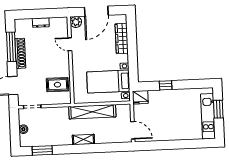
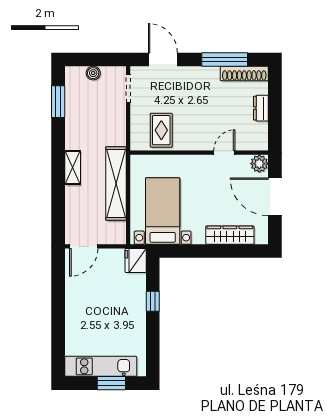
shoe rack: (20, 53) -> (244, 74), moved

